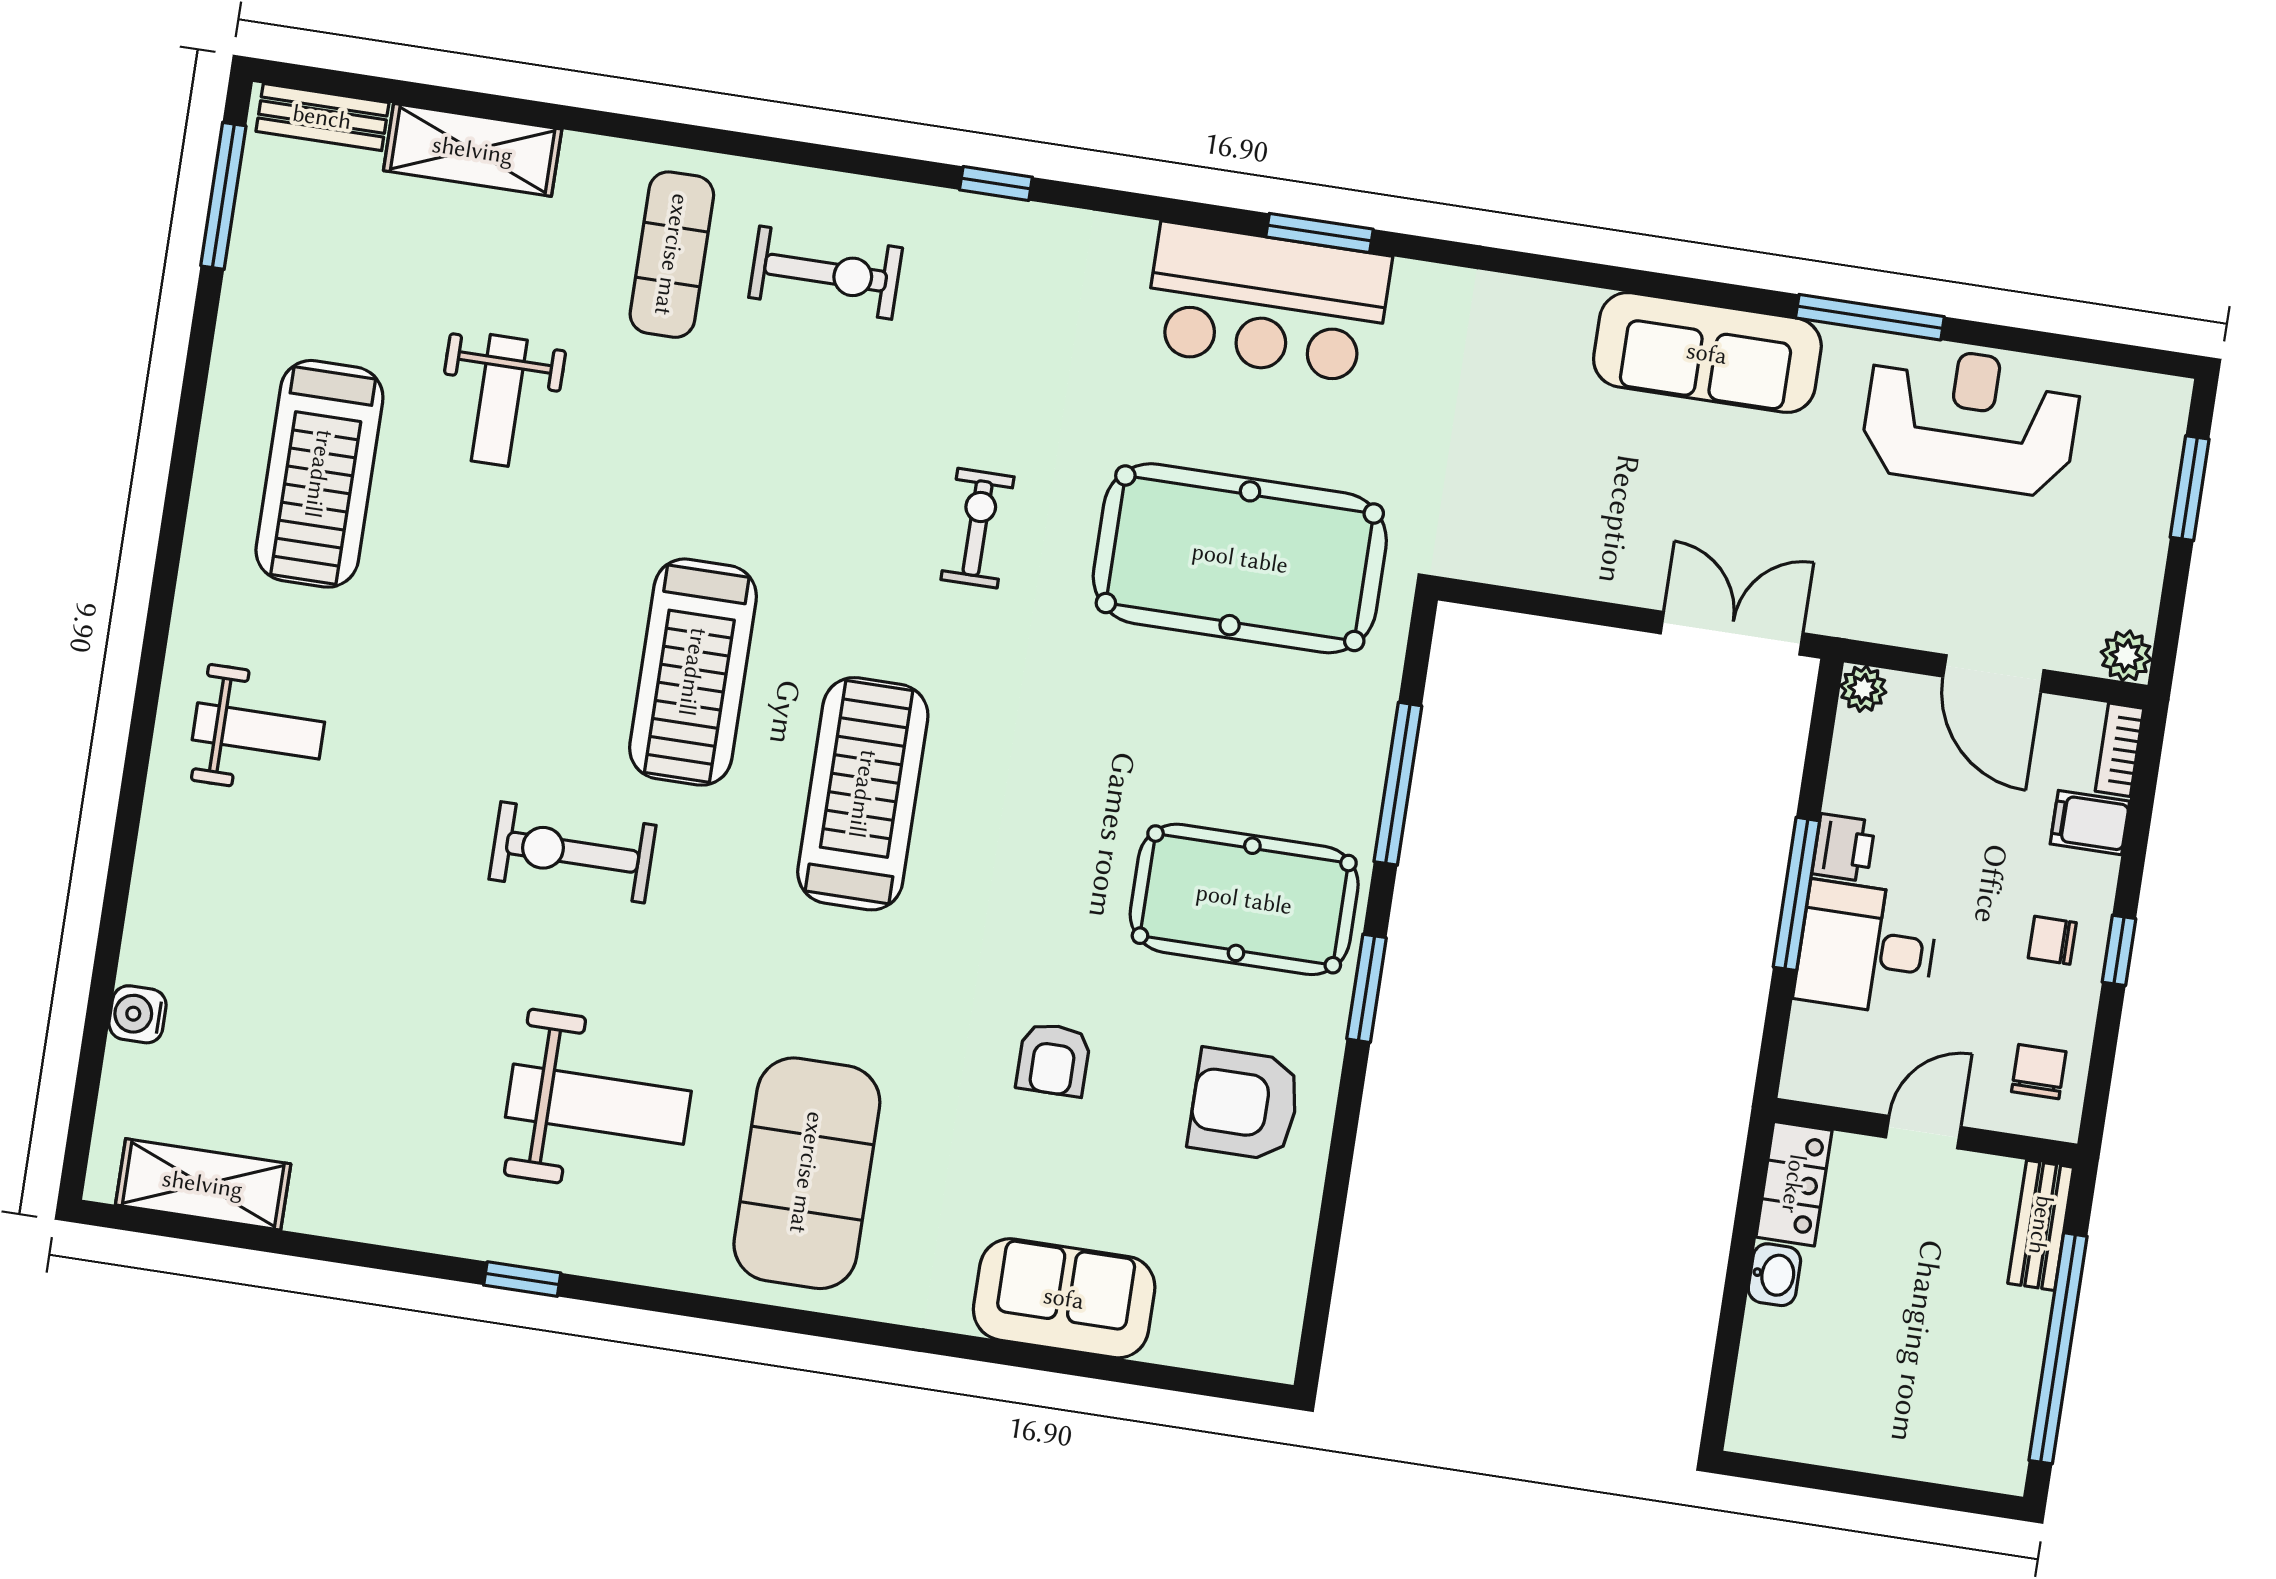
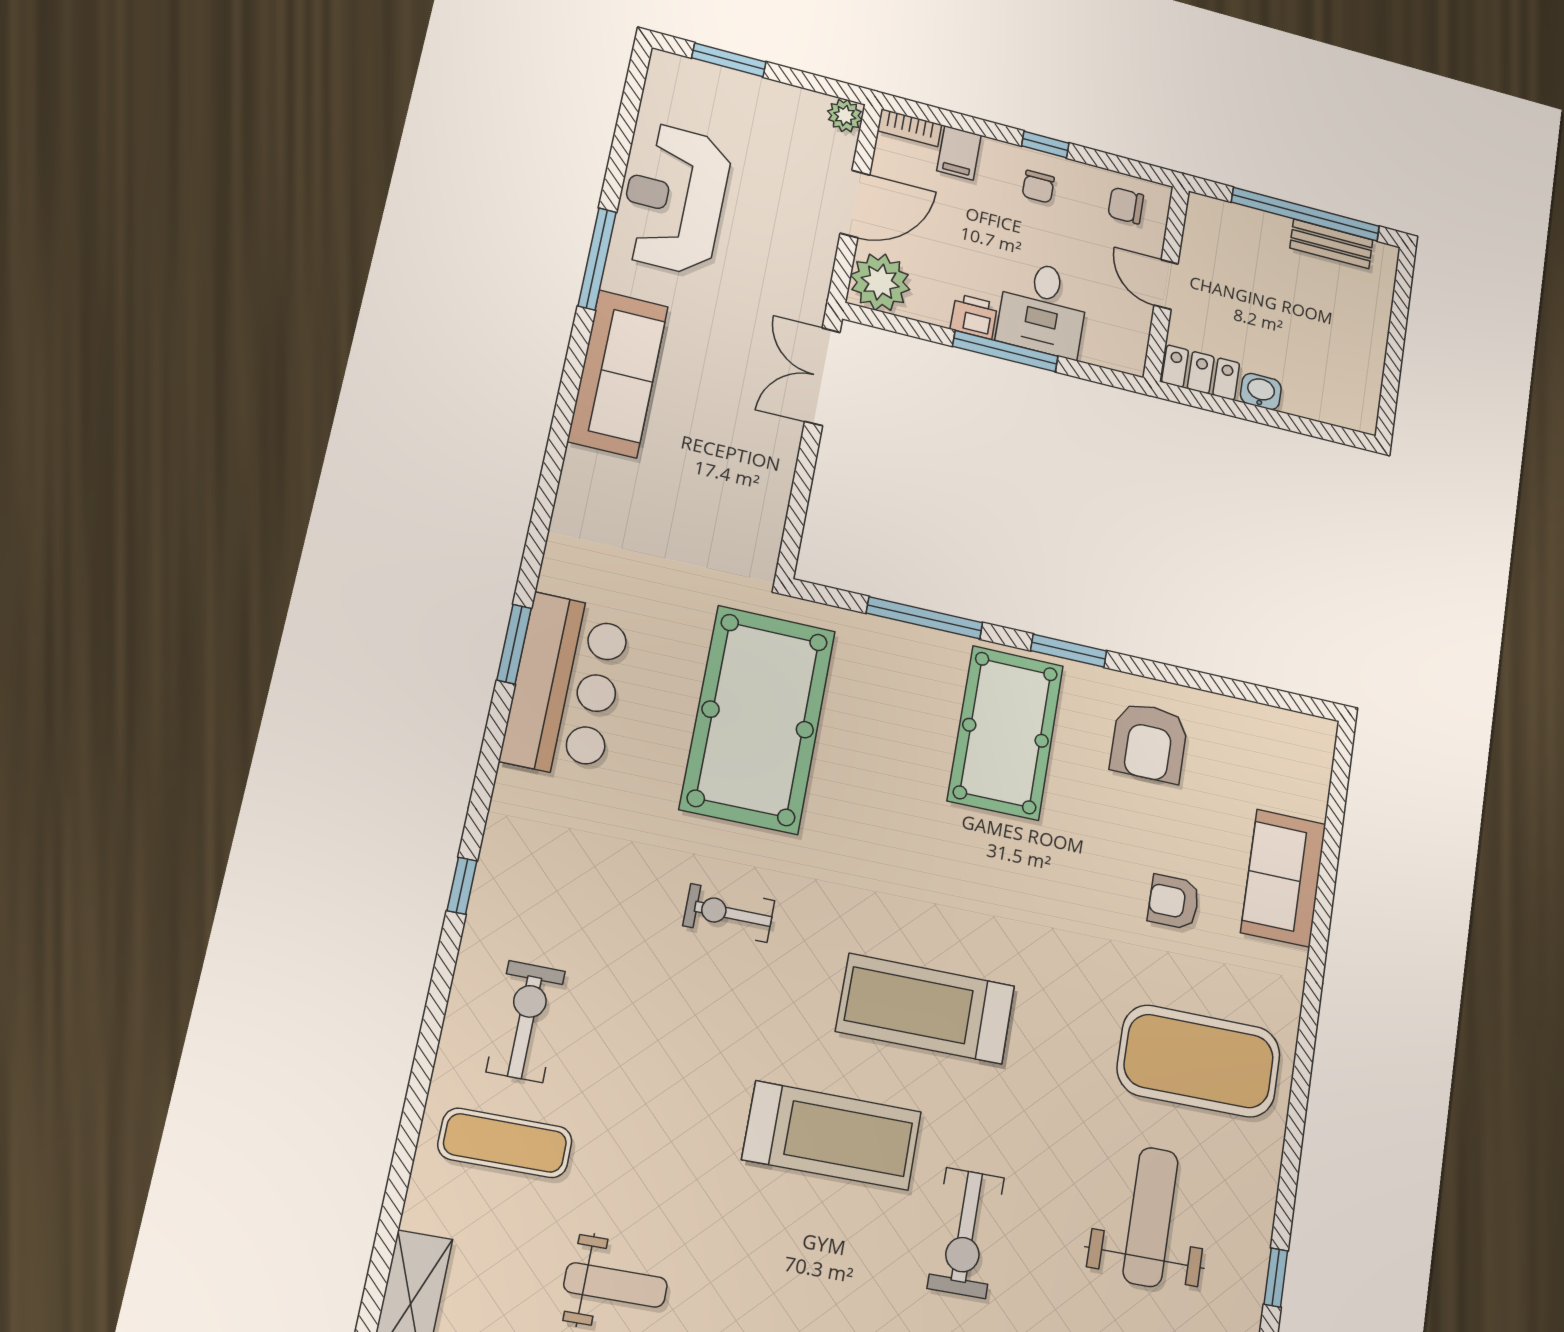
plant: (1863, 689) -> (880, 282), width x1.87, depth x1.87
armchair: (1053, 1060) -> (1174, 902), moved, turned 180
bench: (2041, 1225) -> (1331, 244), moved

